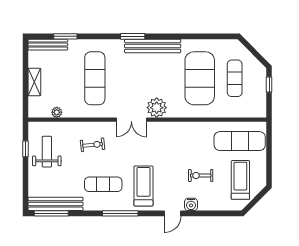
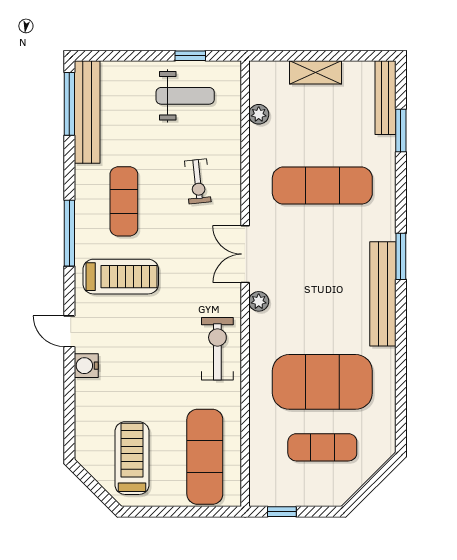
window: (269, 85) -> (282, 512), moved
plant: (157, 108) -> (259, 301), width x0.53, depth x0.53
exercise bike: (201, 175) -> (217, 349), moved, width x1.38, depth x1.39
treadmill: (240, 180) -> (132, 458), turned -90

